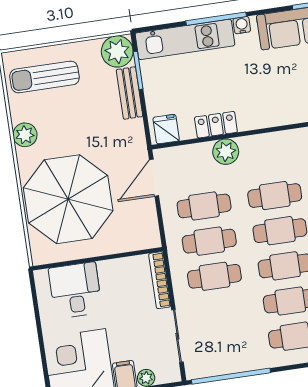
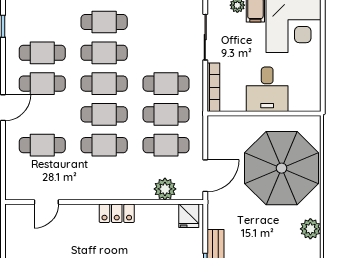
locker: (216, 125) -> (117, 213), moved
plant: (226, 152) -> (165, 189), moved
desk: (75, 290) -> (267, 89), moved

